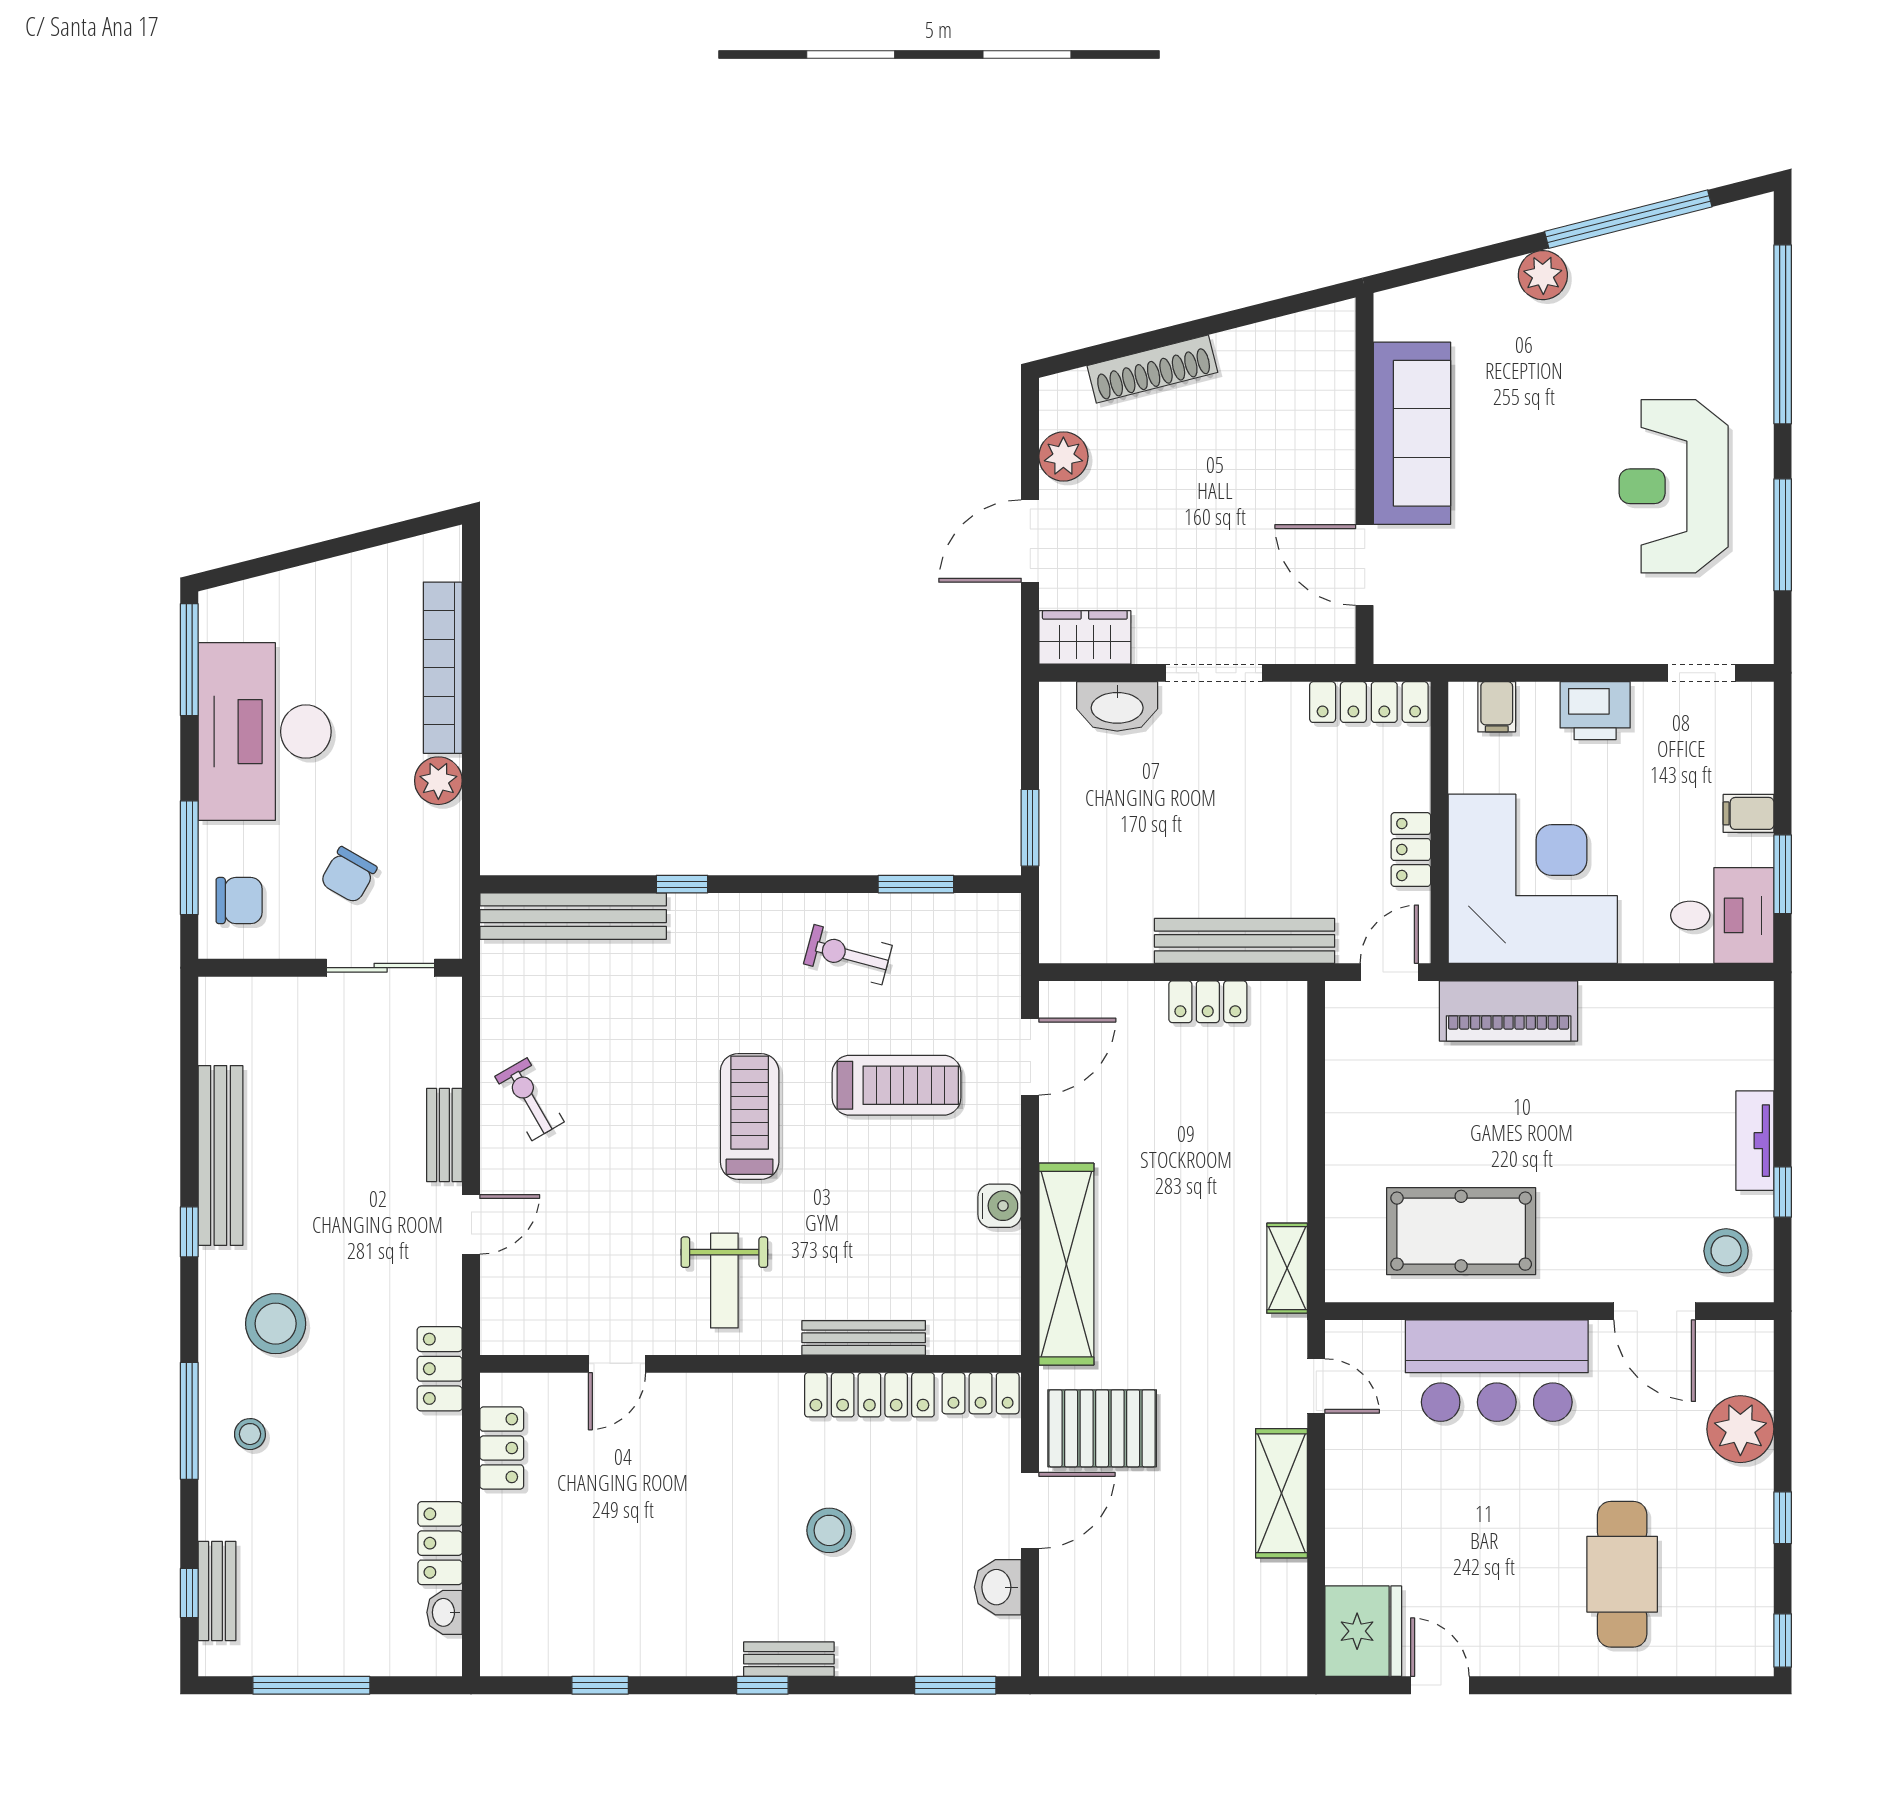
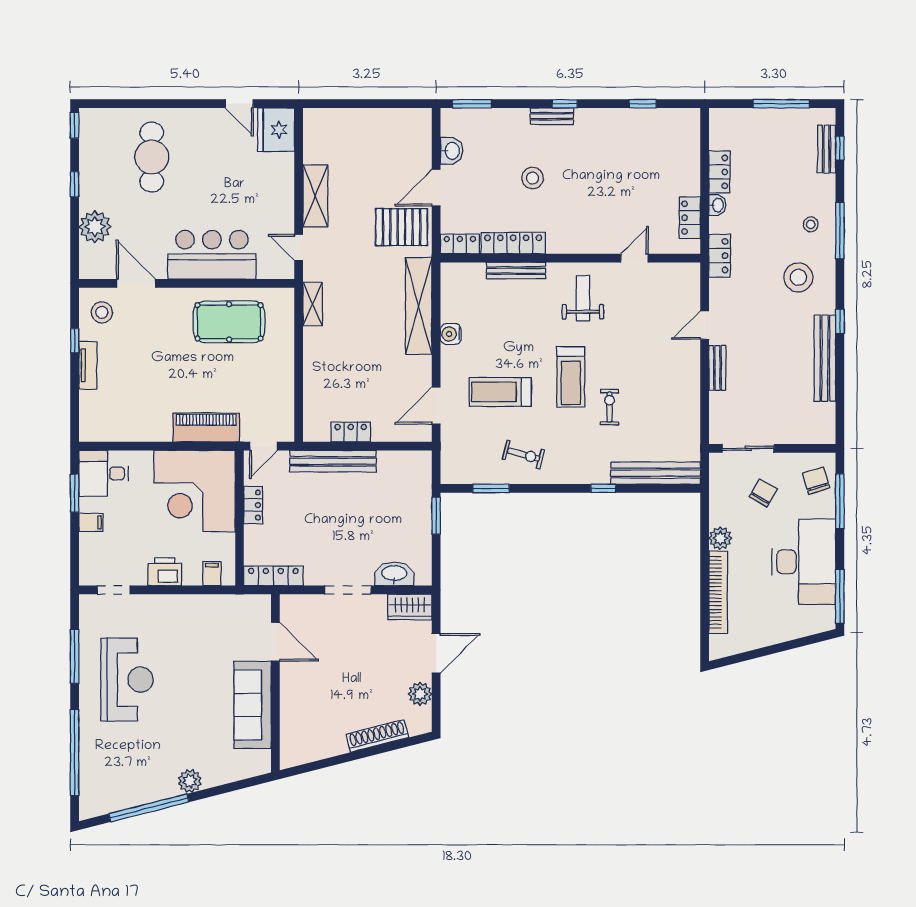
chair: (239, 901) -> (816, 481), turned 73
exercise bike: (530, 1099) -> (610, 407), moved, turned -150
washbasin: (444, 1612) -> (717, 205), moved

